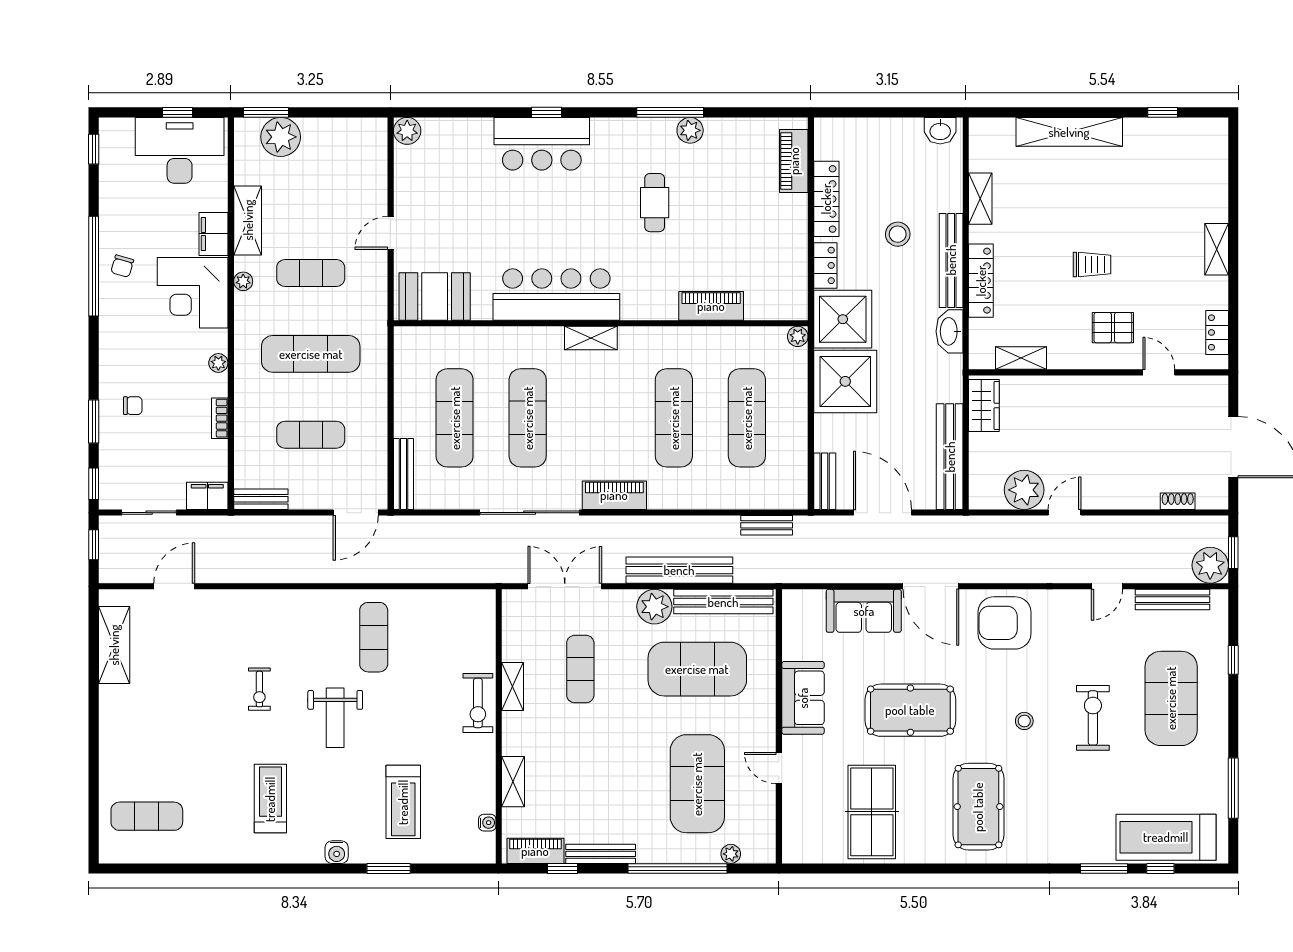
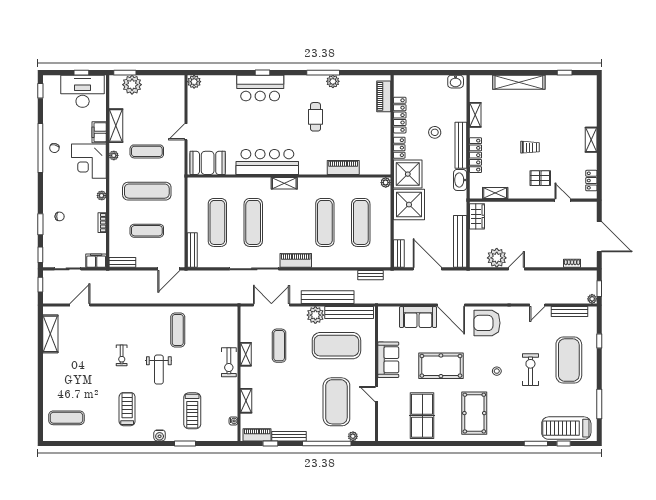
plant: (1210, 565) -> (592, 299), width x0.53, depth x0.53

